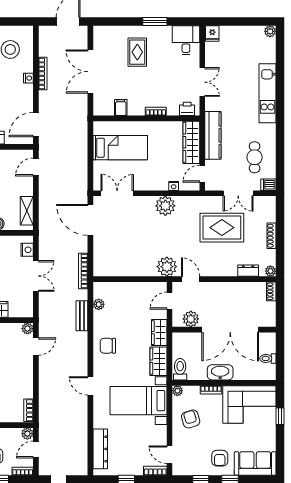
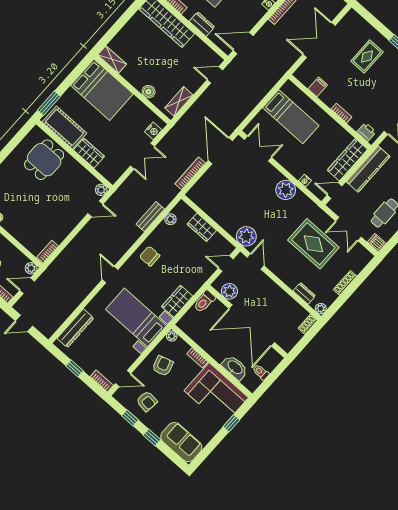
bookcase: (83, 271) -> (190, 173), moved
wardrobe: (159, 333) -> (202, 227), moved, turned -90
toilet: (180, 369) -> (204, 301), moved, turned 180
washbasin: (220, 372) -> (235, 368), moved
door: (170, 455) -> (123, 379), swing flipped
armchair: (220, 458) -> (147, 401), moved, turned -83

